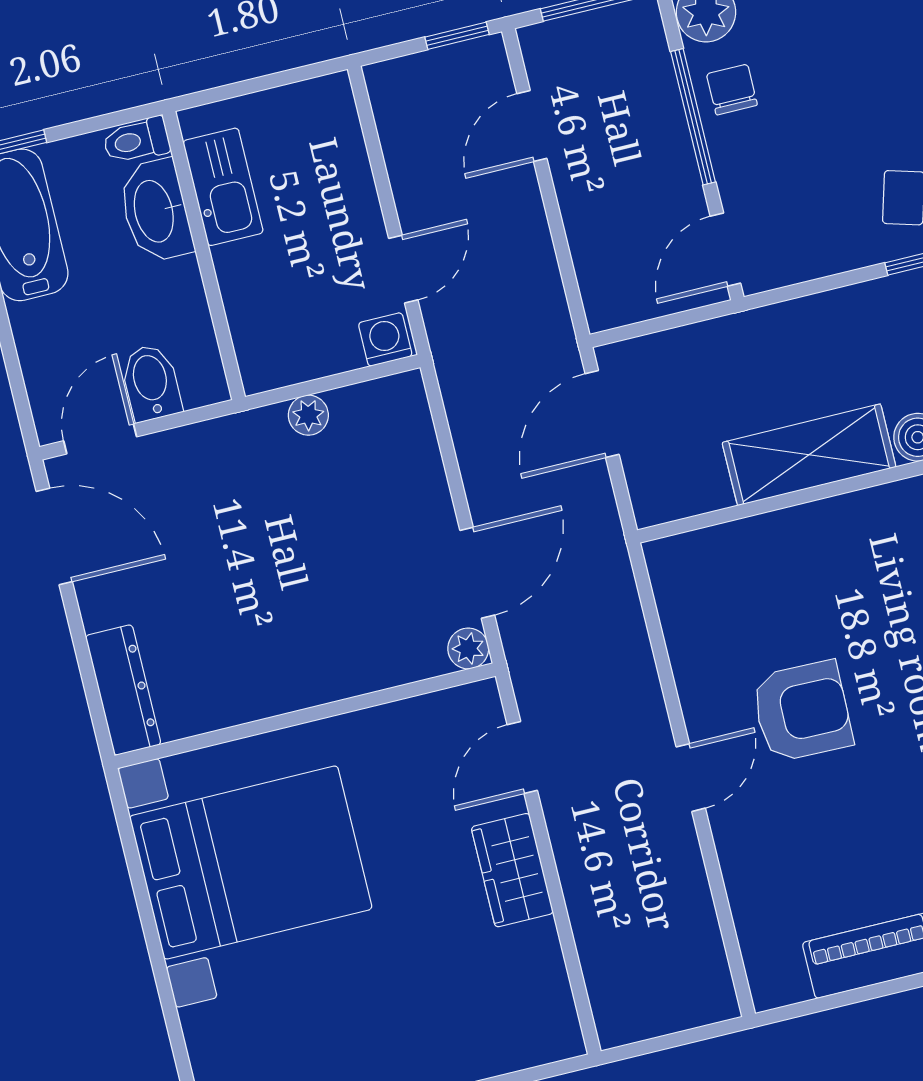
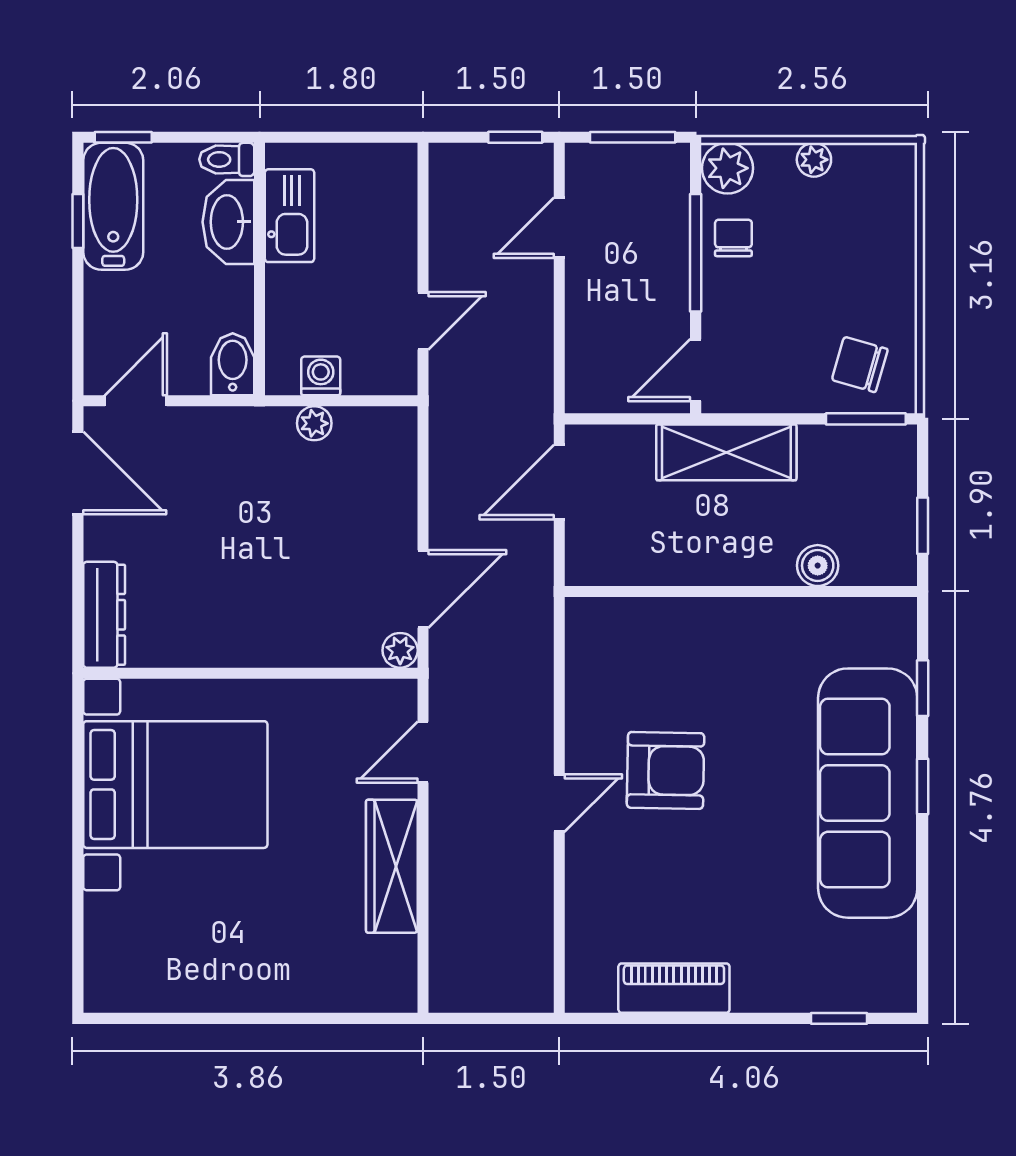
washing machine: (385, 339) -> (321, 376), moved
bidet: (151, 383) -> (233, 364), moved
shelving: (809, 455) -> (726, 452), moved
wardrobe: (512, 870) -> (392, 866), width x1.50

